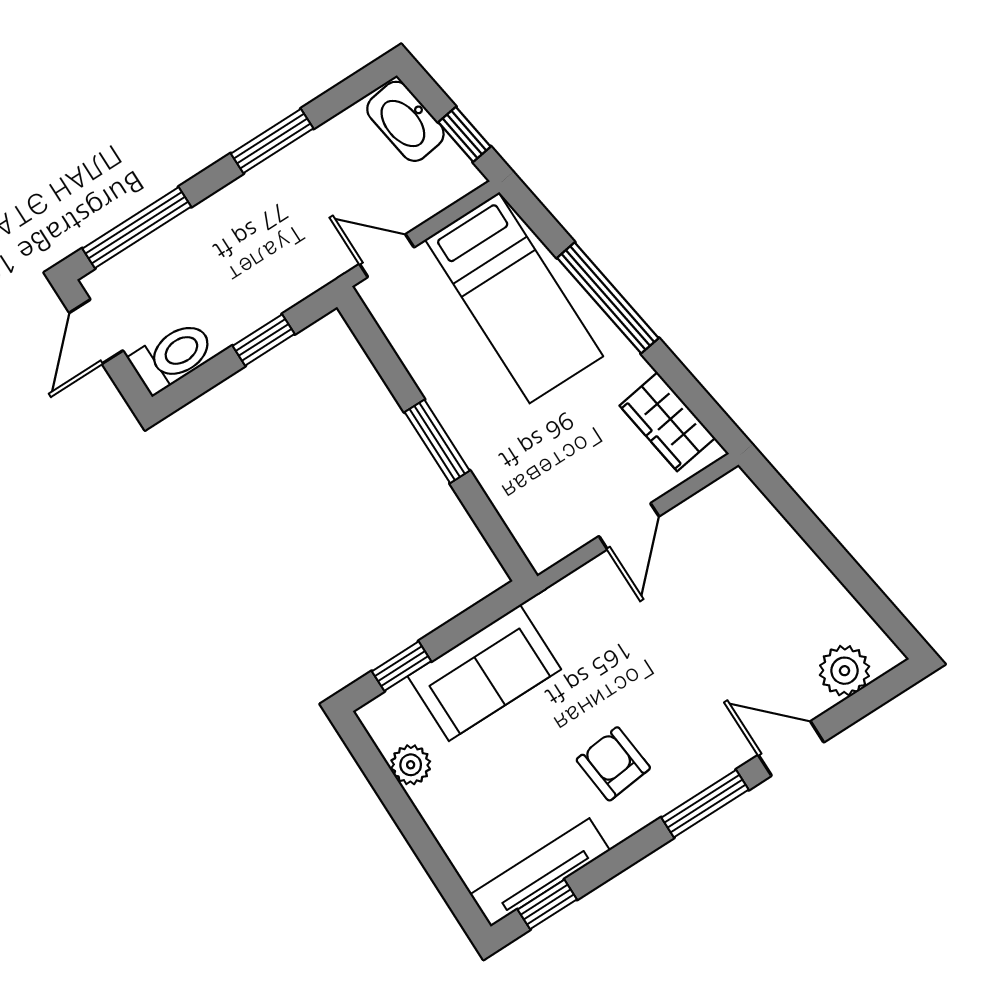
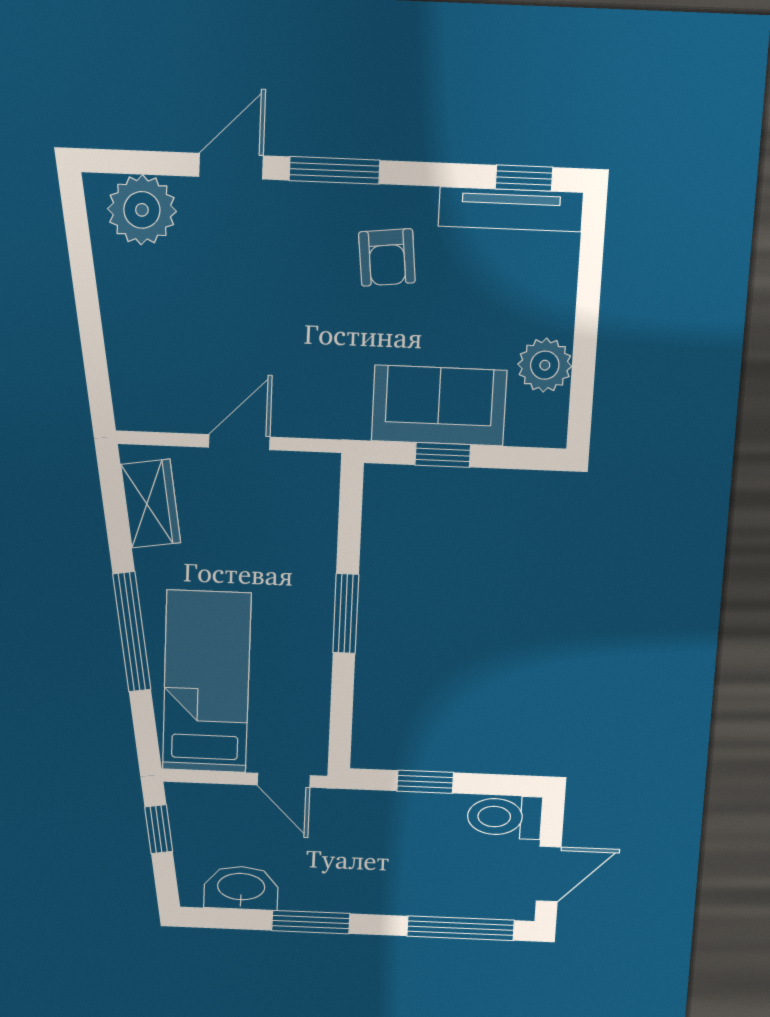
washbasin: (405, 121) -> (241, 888), moved, turned -81
window: (401, 666) -> (443, 455), moved
plant: (845, 671) -> (142, 210), width x1.36, depth x1.36
door: (791, 749) -> (231, 166), swing flipped
plant: (411, 765) -> (545, 365), width x1.38, depth x1.38

